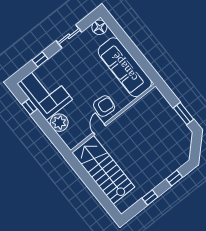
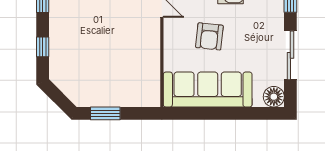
sliding door: (69, 36) -> (290, 55), width x1.37
armchair: (104, 106) -> (209, 36), moved

